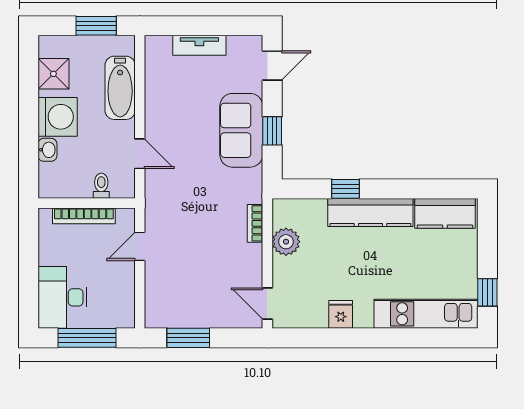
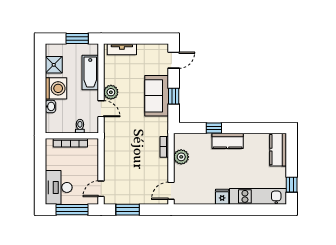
tv unit: (199, 45) -> (122, 49), moved
plant: (158, 124) -> (111, 92), added
kitchen counter: (370, 213) -> (228, 141), width x0.67
kitchen counter: (445, 213) -> (278, 150), moved, turned 90
door: (140, 246) -> (101, 189), moved
door: (267, 303) -> (171, 191), hinge flipped
fridge: (341, 314) -> (222, 197), moved

